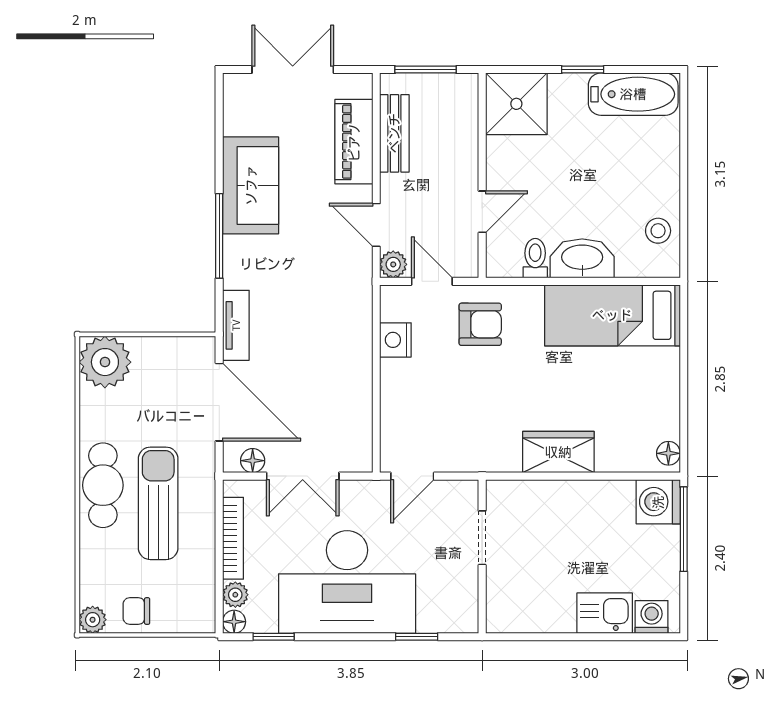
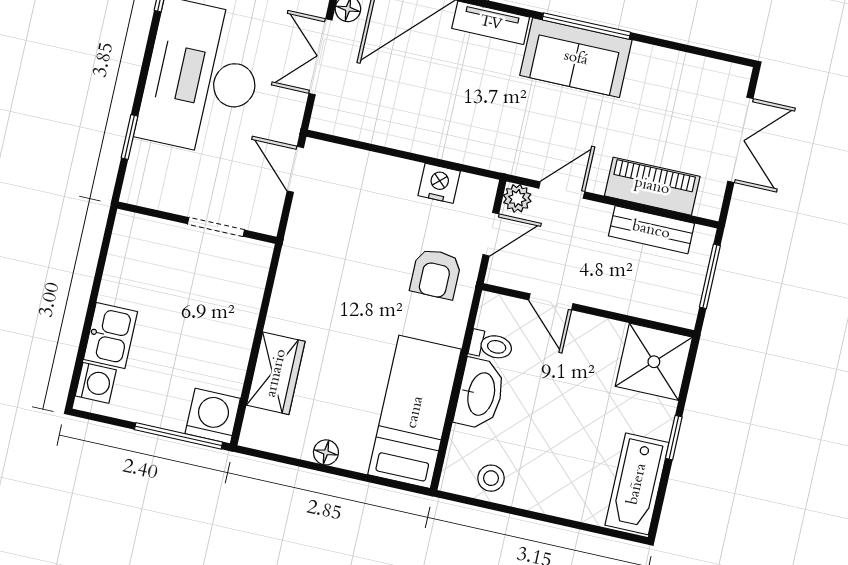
sofa: (251, 185) -> (576, 58), moved
wardrobe: (558, 452) -> (276, 373), moved
floor lamp: (668, 453) -> (326, 452), moved

